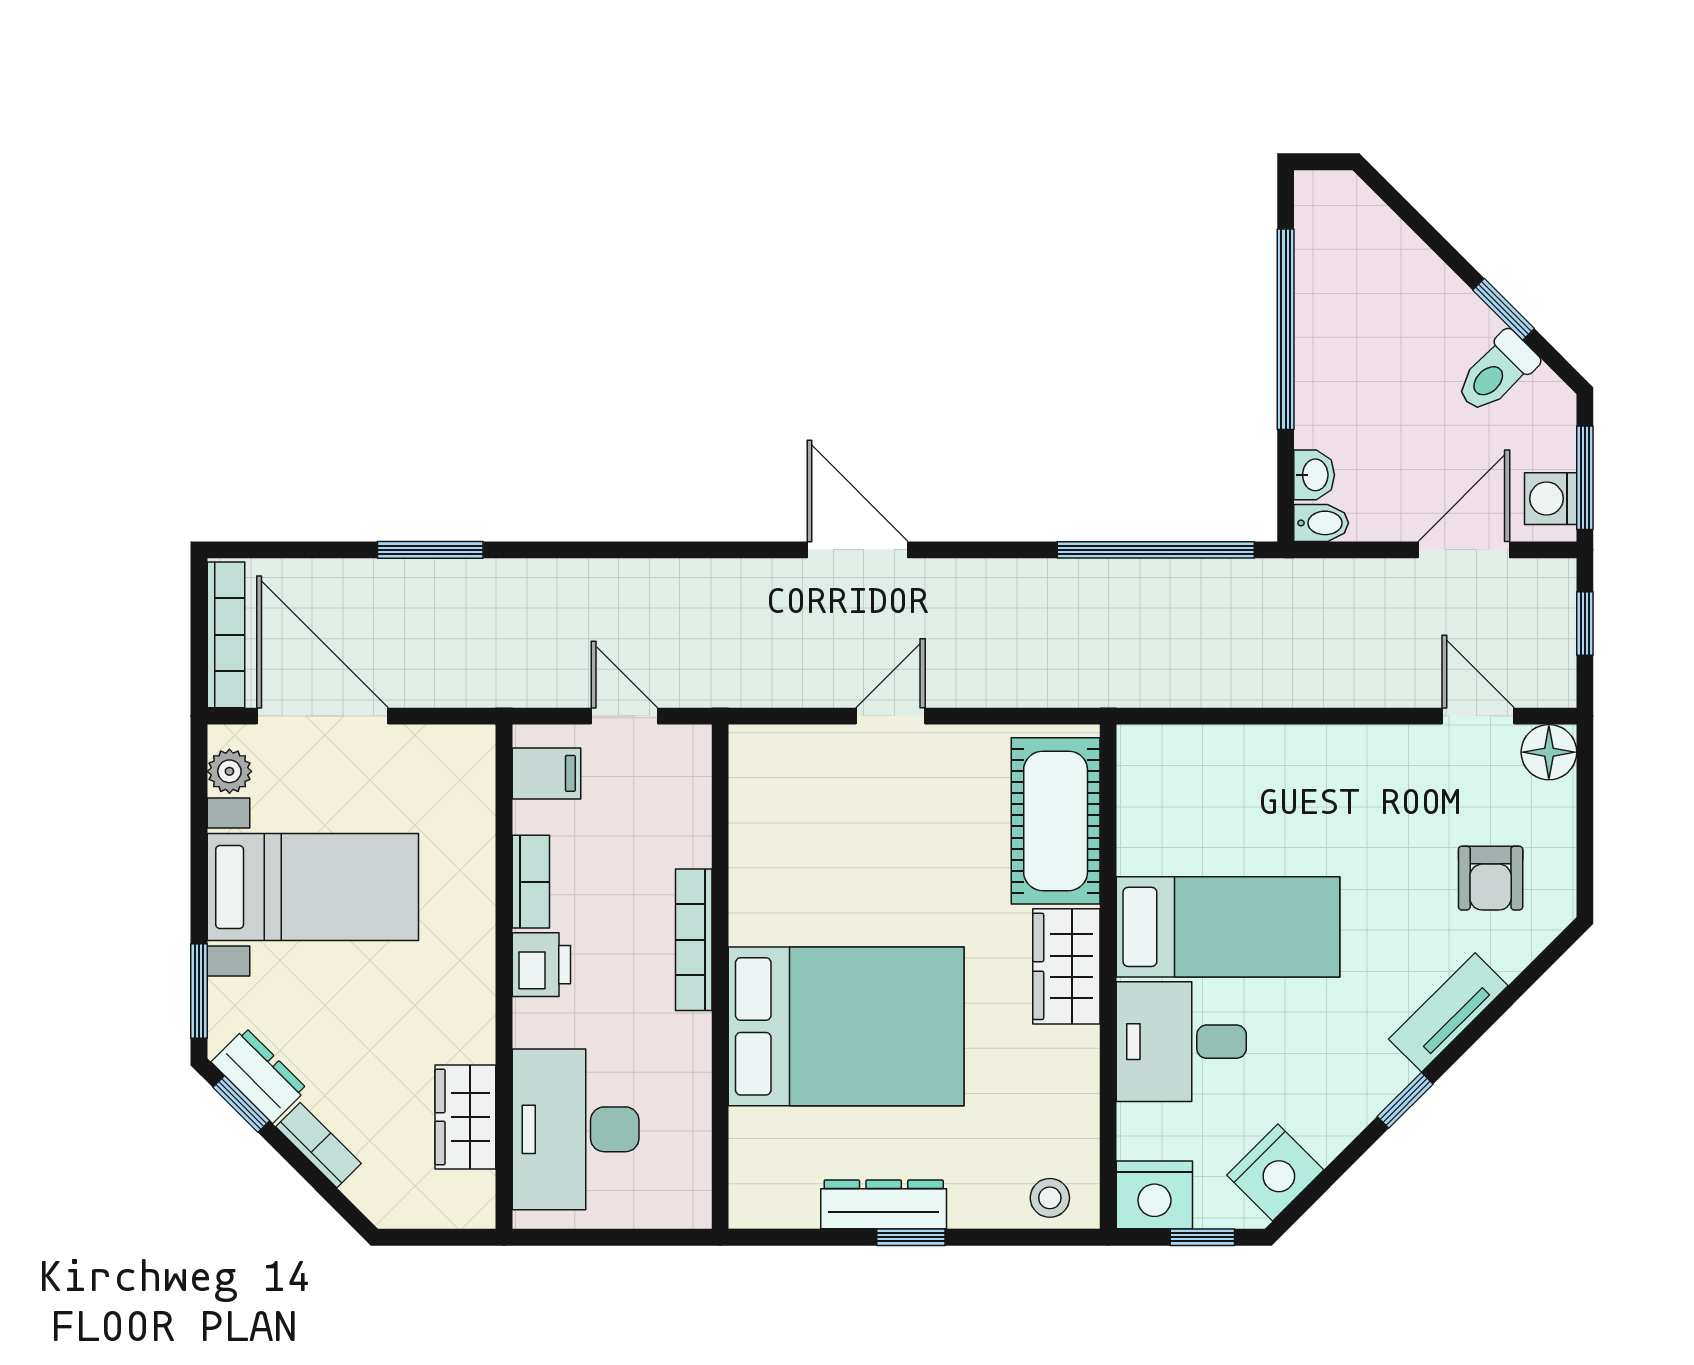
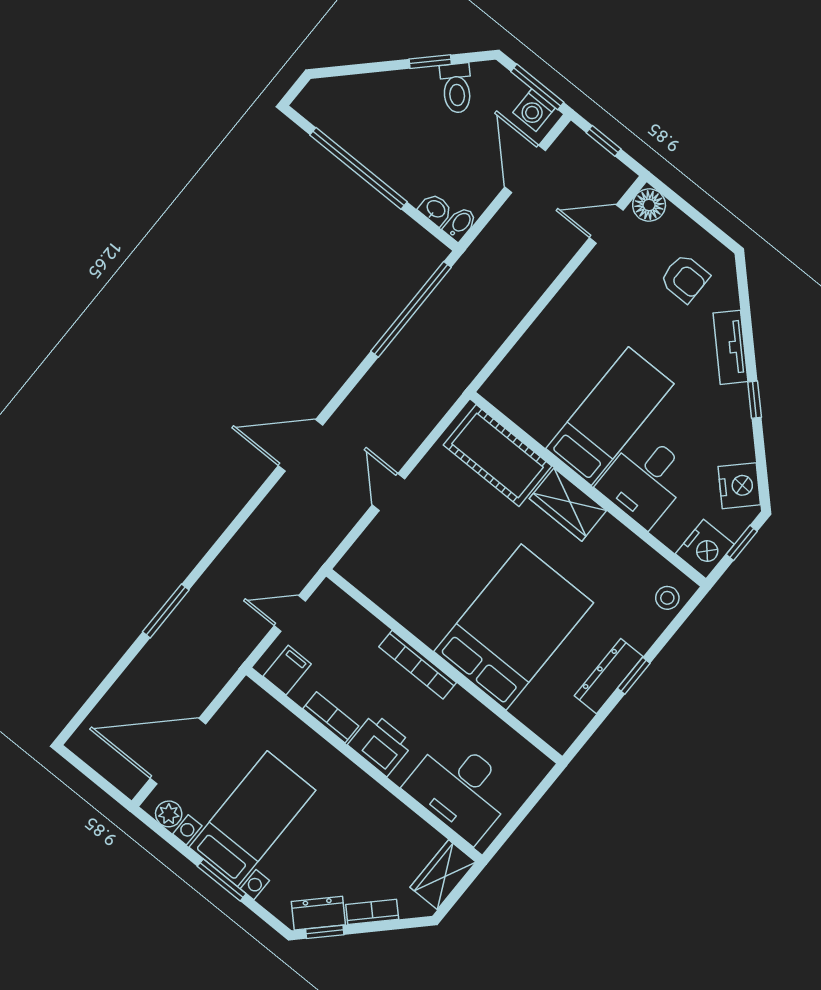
window: (430, 550) -> (166, 611), moved
bookcase: (226, 635) -> (105, 765), removed
printer: (541, 965) -> (380, 744), width x1.36, depth x1.24
window: (199, 991) -> (222, 880), moved
wardrobe: (465, 1117) -> (443, 875), moved, turned 90

